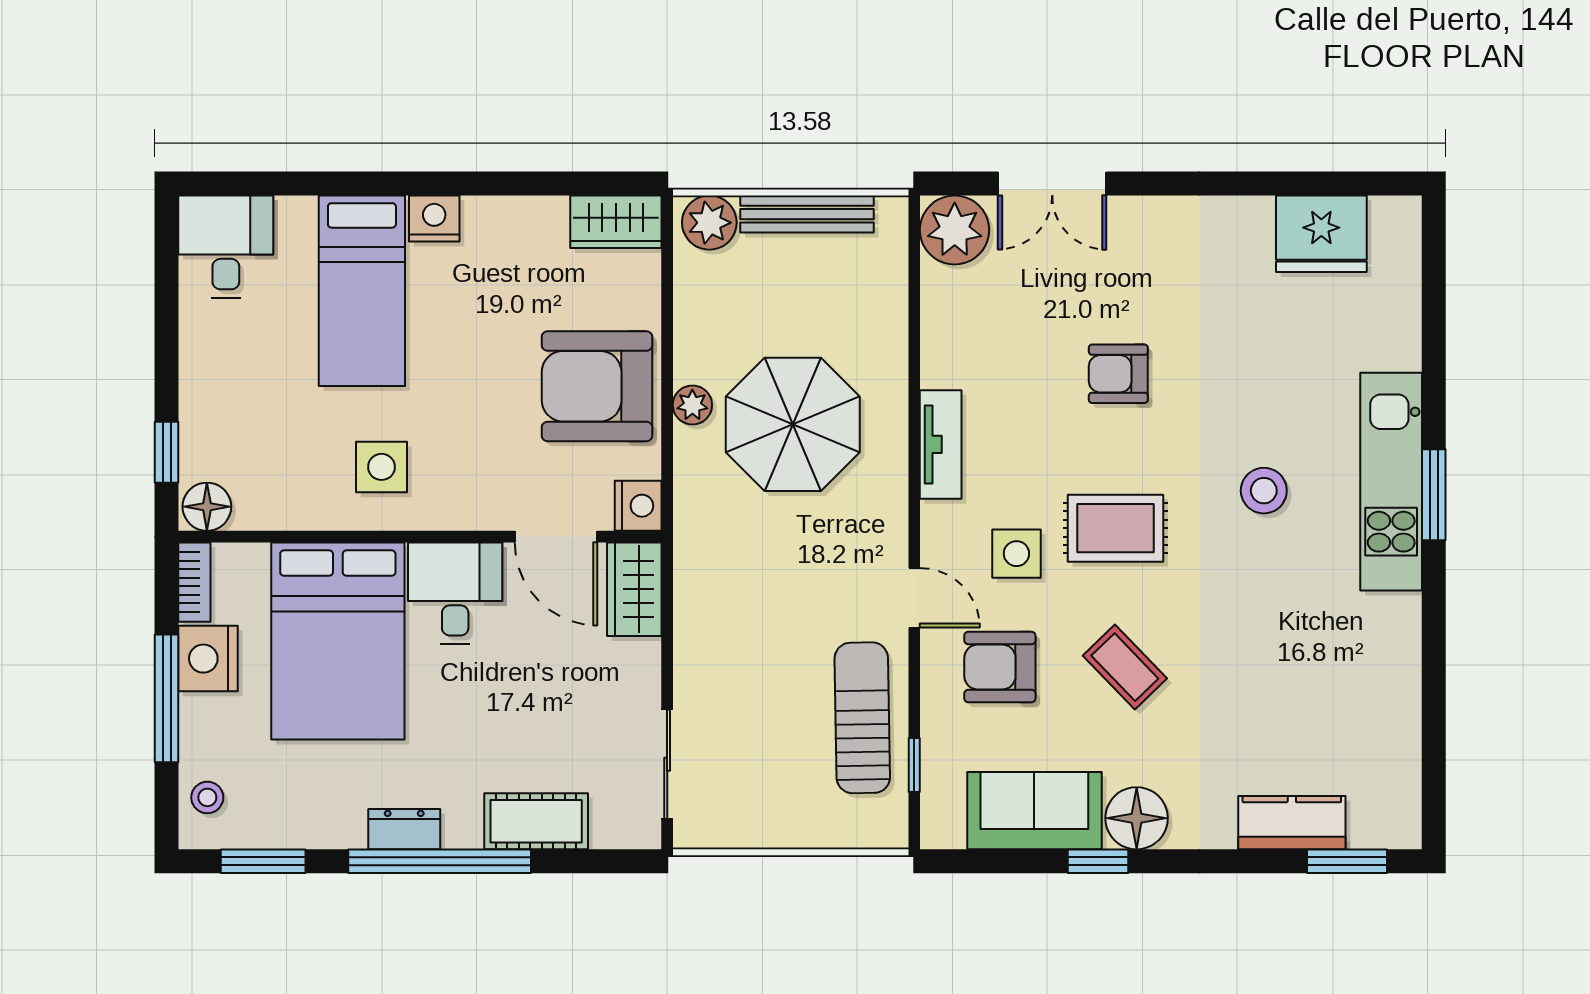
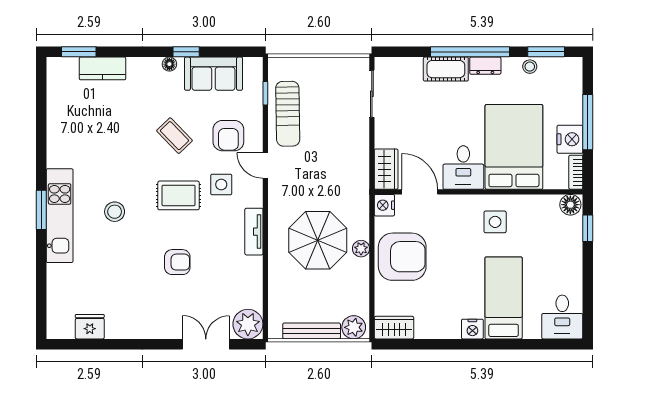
fridge: (1321, 234) -> (90, 327), width x0.73, depth x0.75
armchair: (1000, 667) -> (228, 136), turned 90
stool: (207, 797) -> (530, 67), moved
floor lamp: (1137, 818) -> (169, 64), width x0.53, depth x0.53
cot: (536, 821) -> (446, 69), moved

